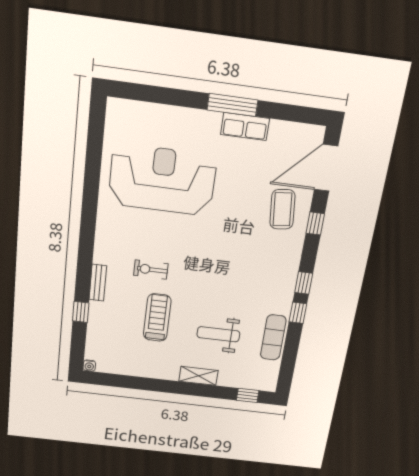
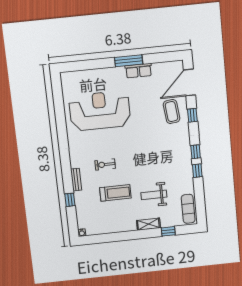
treadmill: (157, 318) -> (115, 193), turned 90
exercise mat: (273, 337) -> (188, 209), moved
window: (248, 395) -> (168, 231), moved

